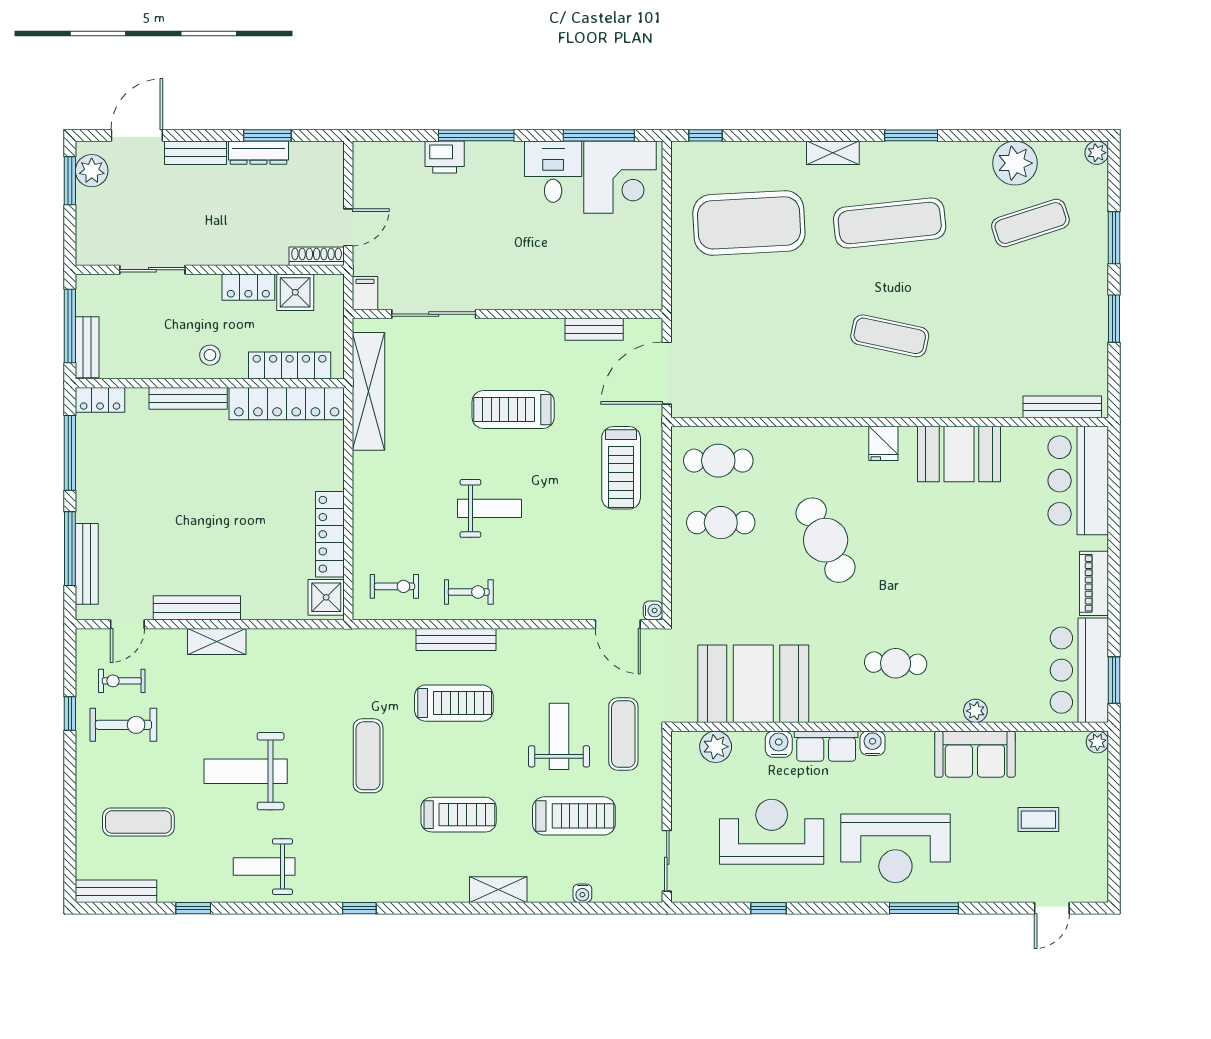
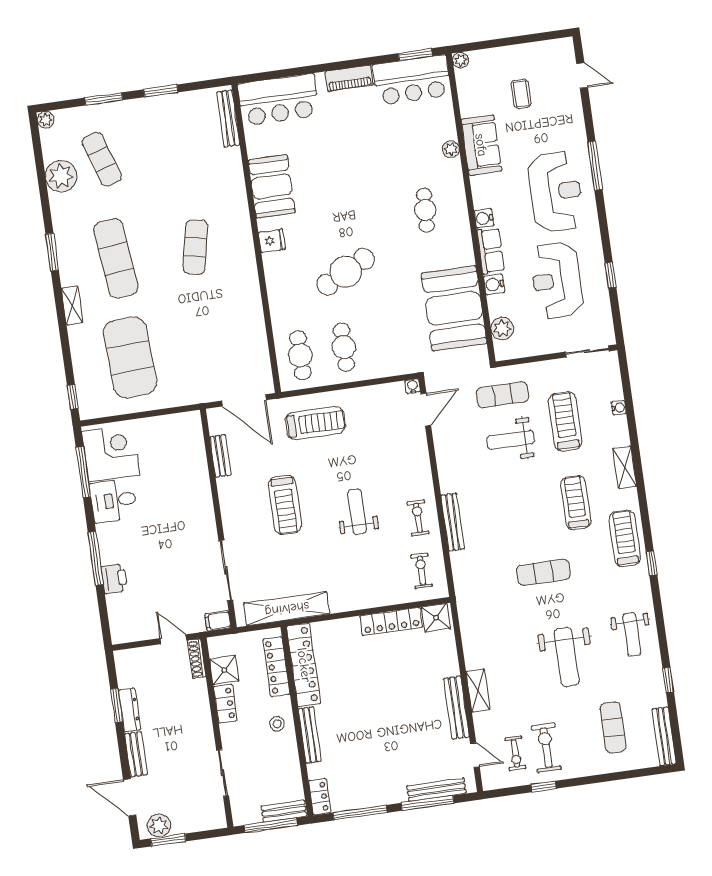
treadmill: (454, 703) -> (625, 538), moved

